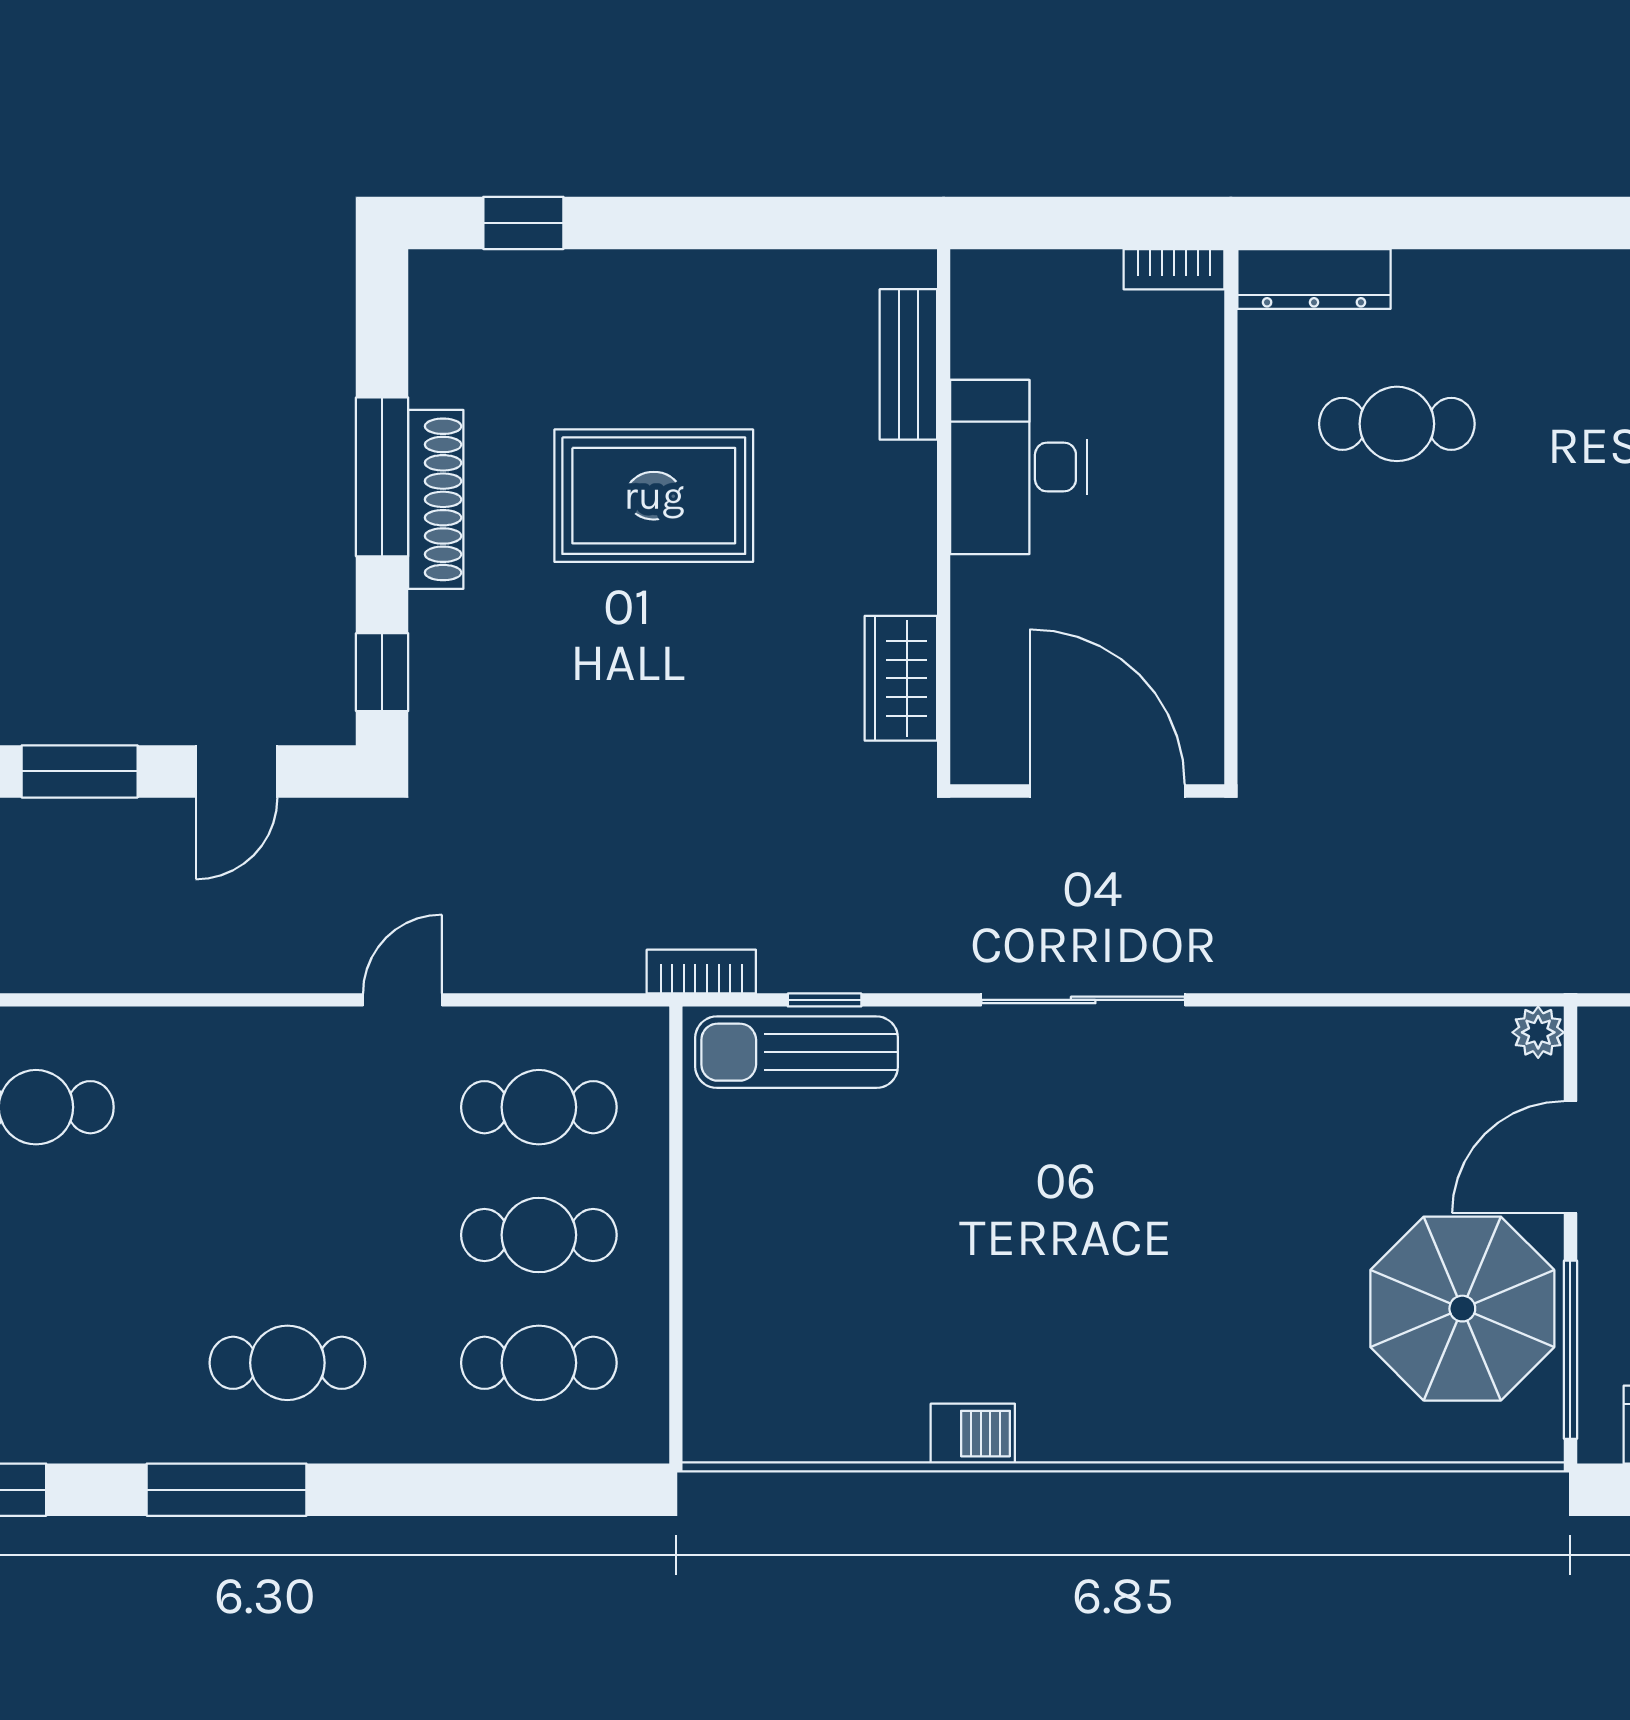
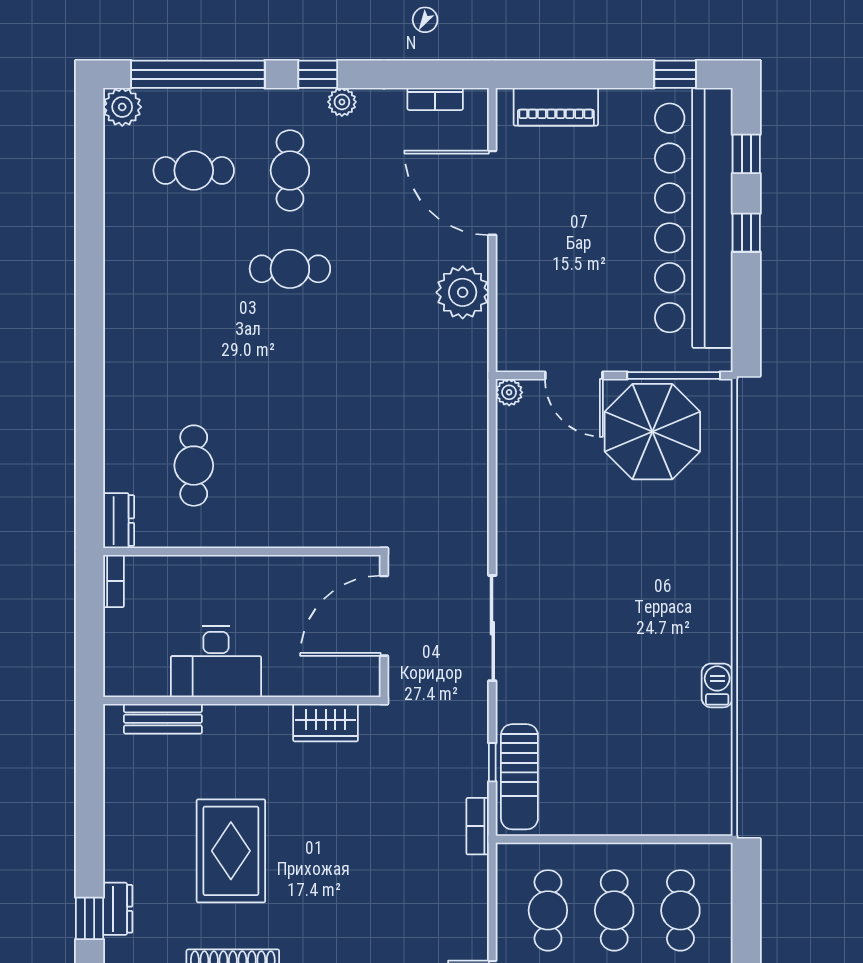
dresser: (542, 277) -> (118, 909), added
dresser: (1314, 279) -> (119, 521), width x0.70

